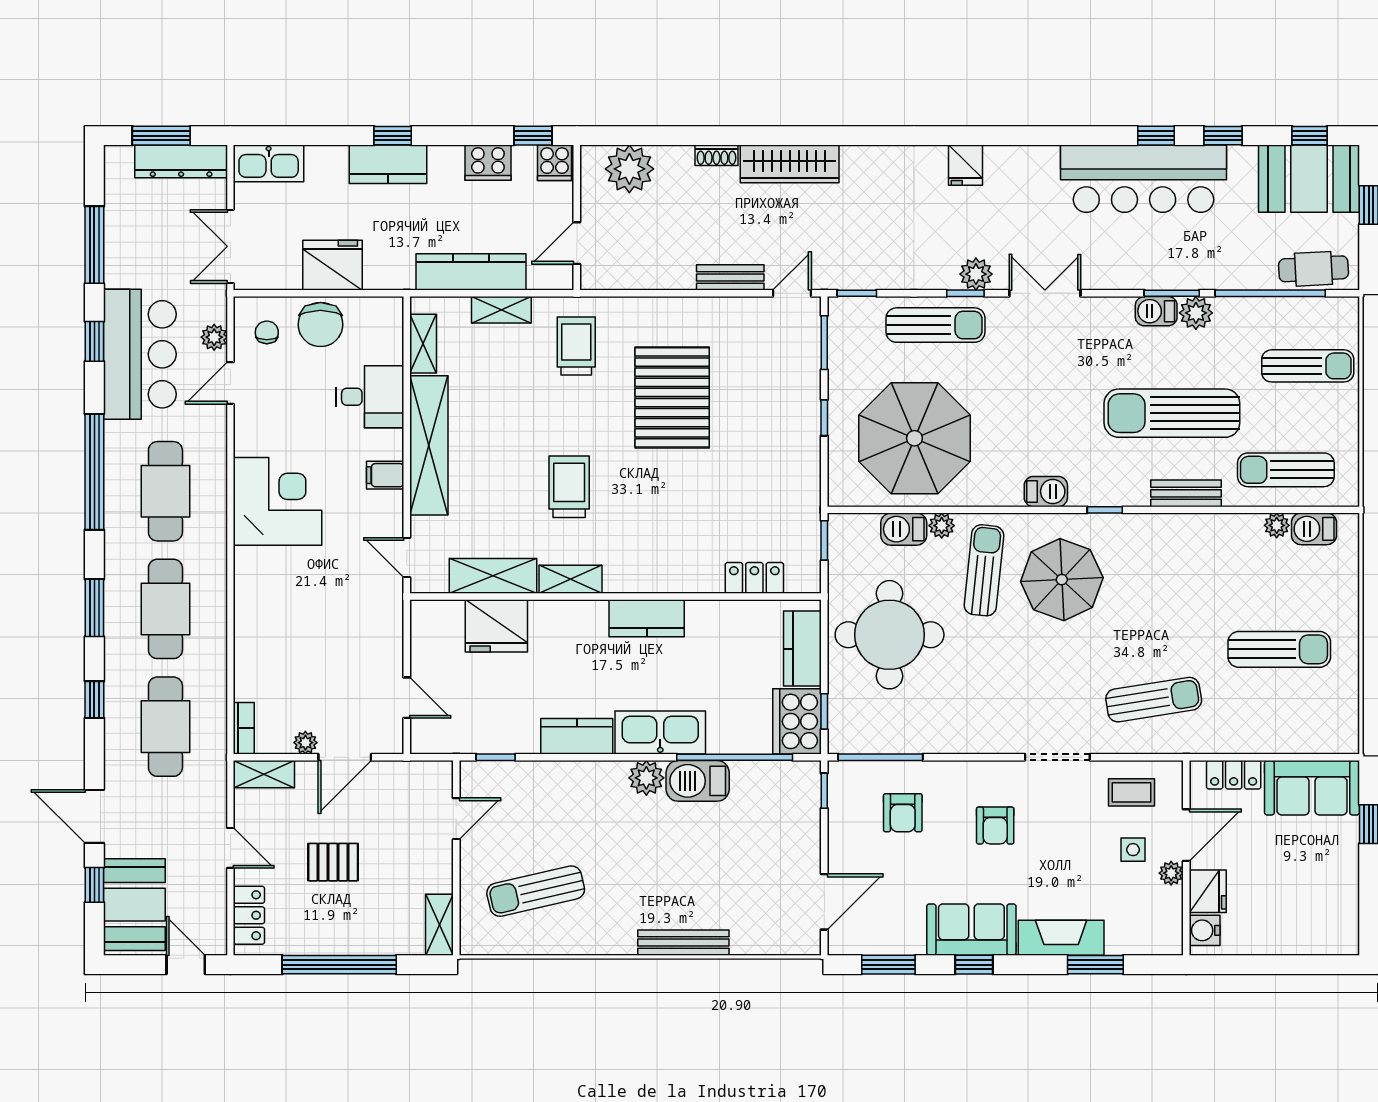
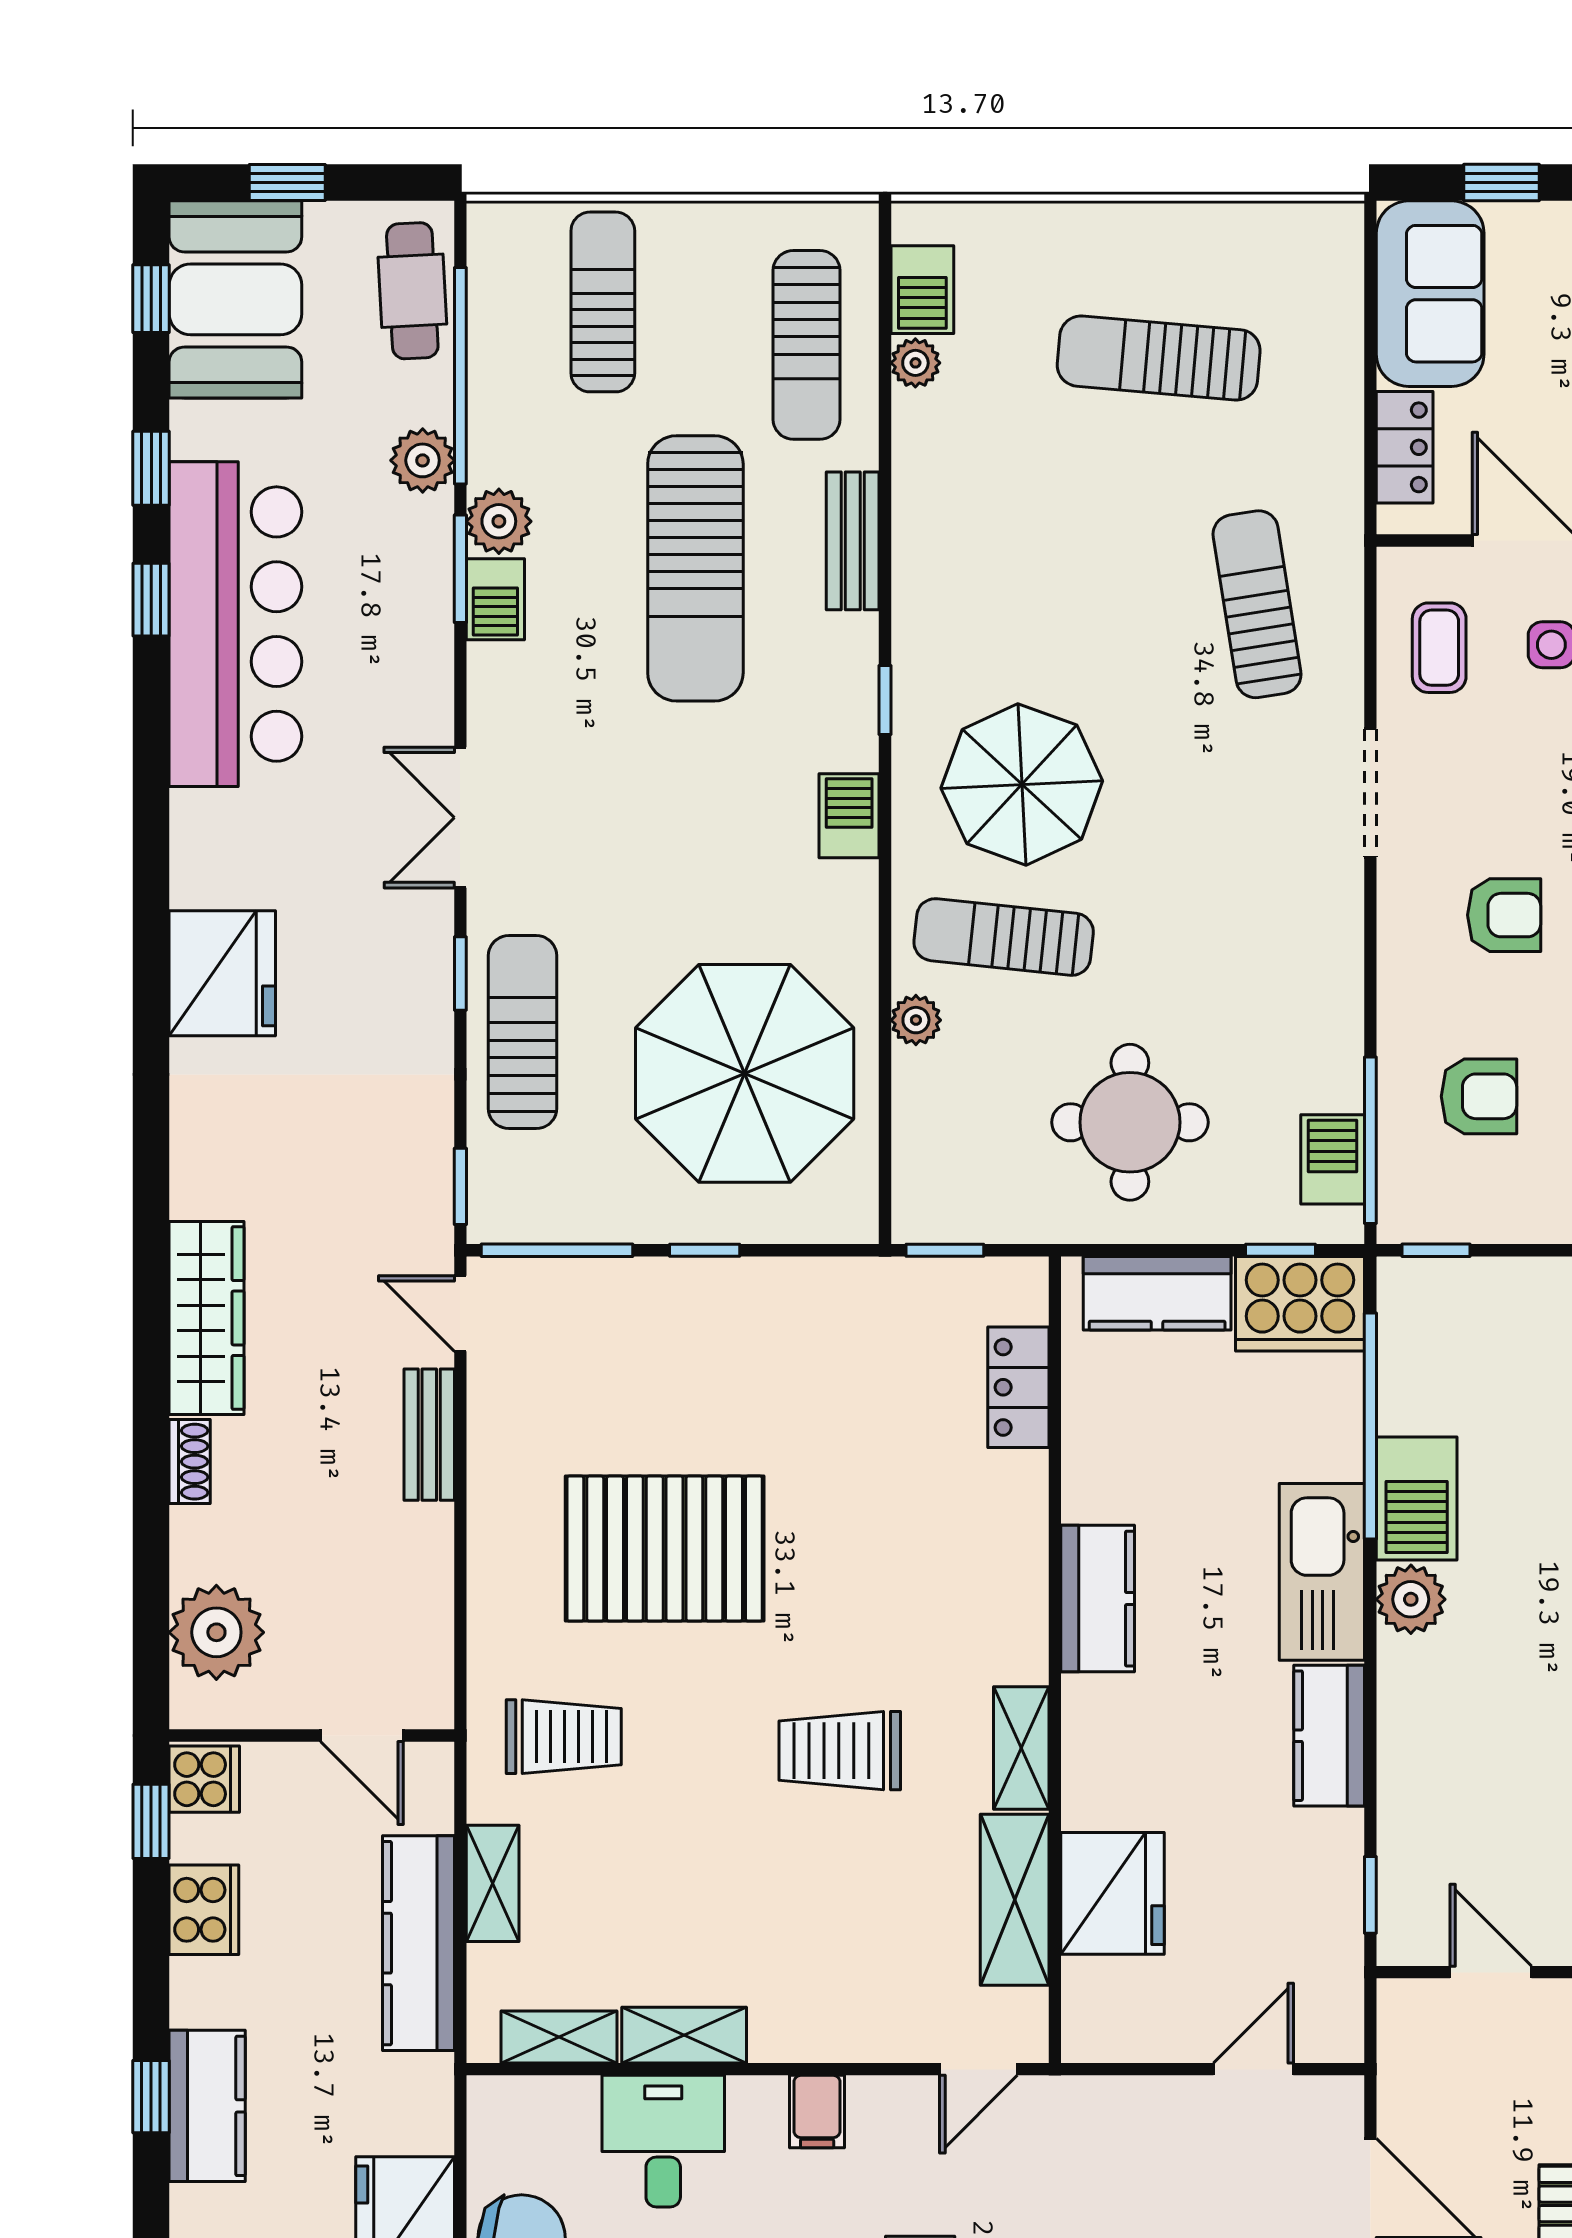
fridge: (965, 165) -> (222, 973), width x1.88, depth x1.34
plant: (976, 274) -> (423, 460), moved
window: (824, 343) -> (557, 1250), width x1.44
trolley: (576, 346) -> (564, 1737), turned 180
shelving: (429, 445) -> (684, 2035), width x0.45, depth x0.75
barbecue: (904, 529) -> (1333, 1159), moved, turned 180
round table: (890, 635) -> (1130, 1122), width x0.73, depth x0.73
sun lounger: (1279, 649) -> (1159, 358), turned -85

